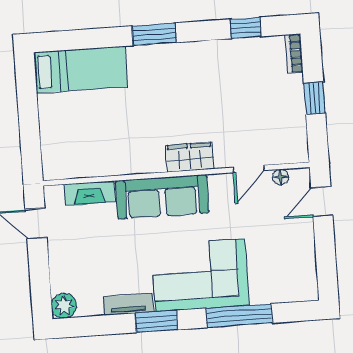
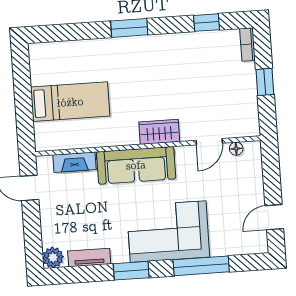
bed: (81, 70) -> (70, 102), moved
door: (322, 202) -> (274, 217), moved
tv unit: (128, 304) -> (89, 258), moved

